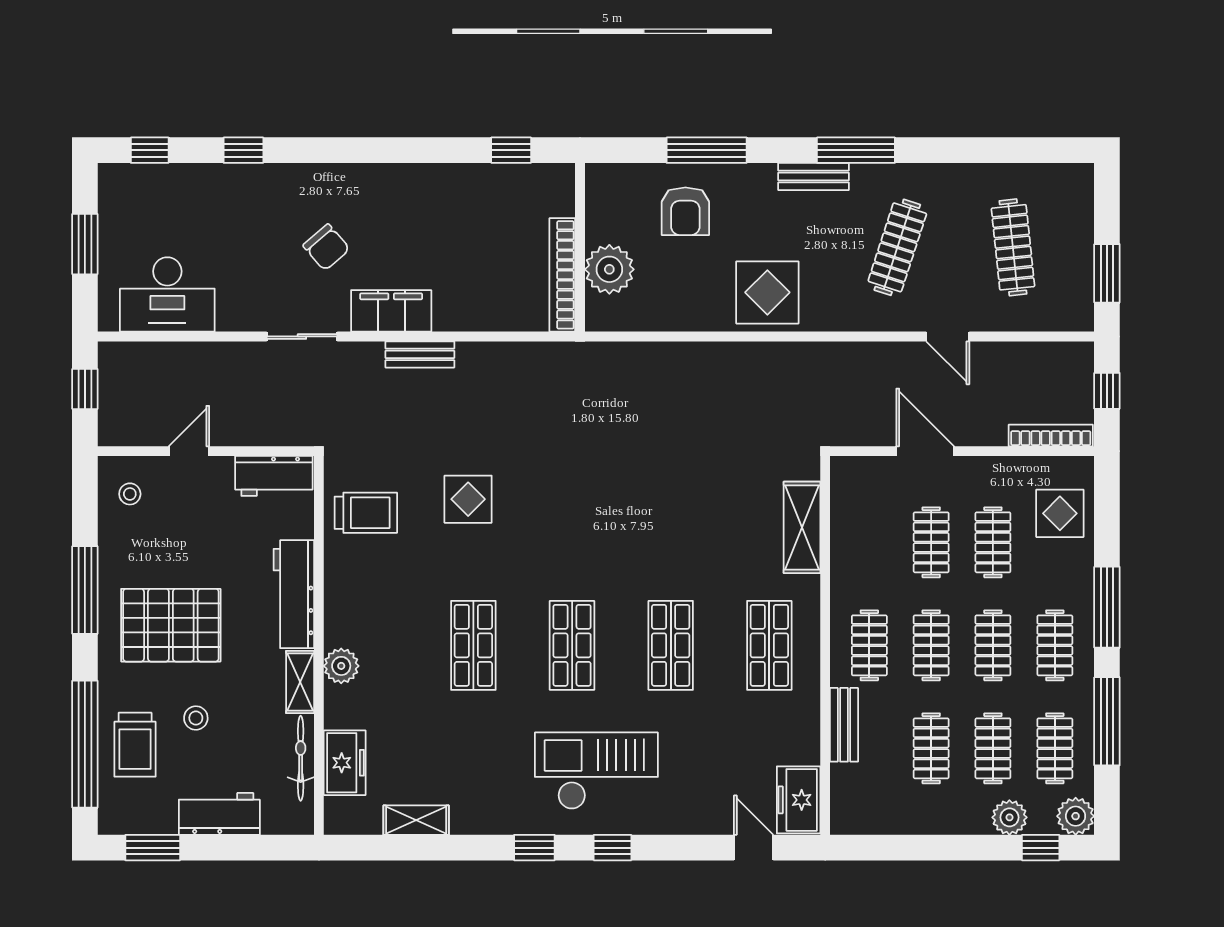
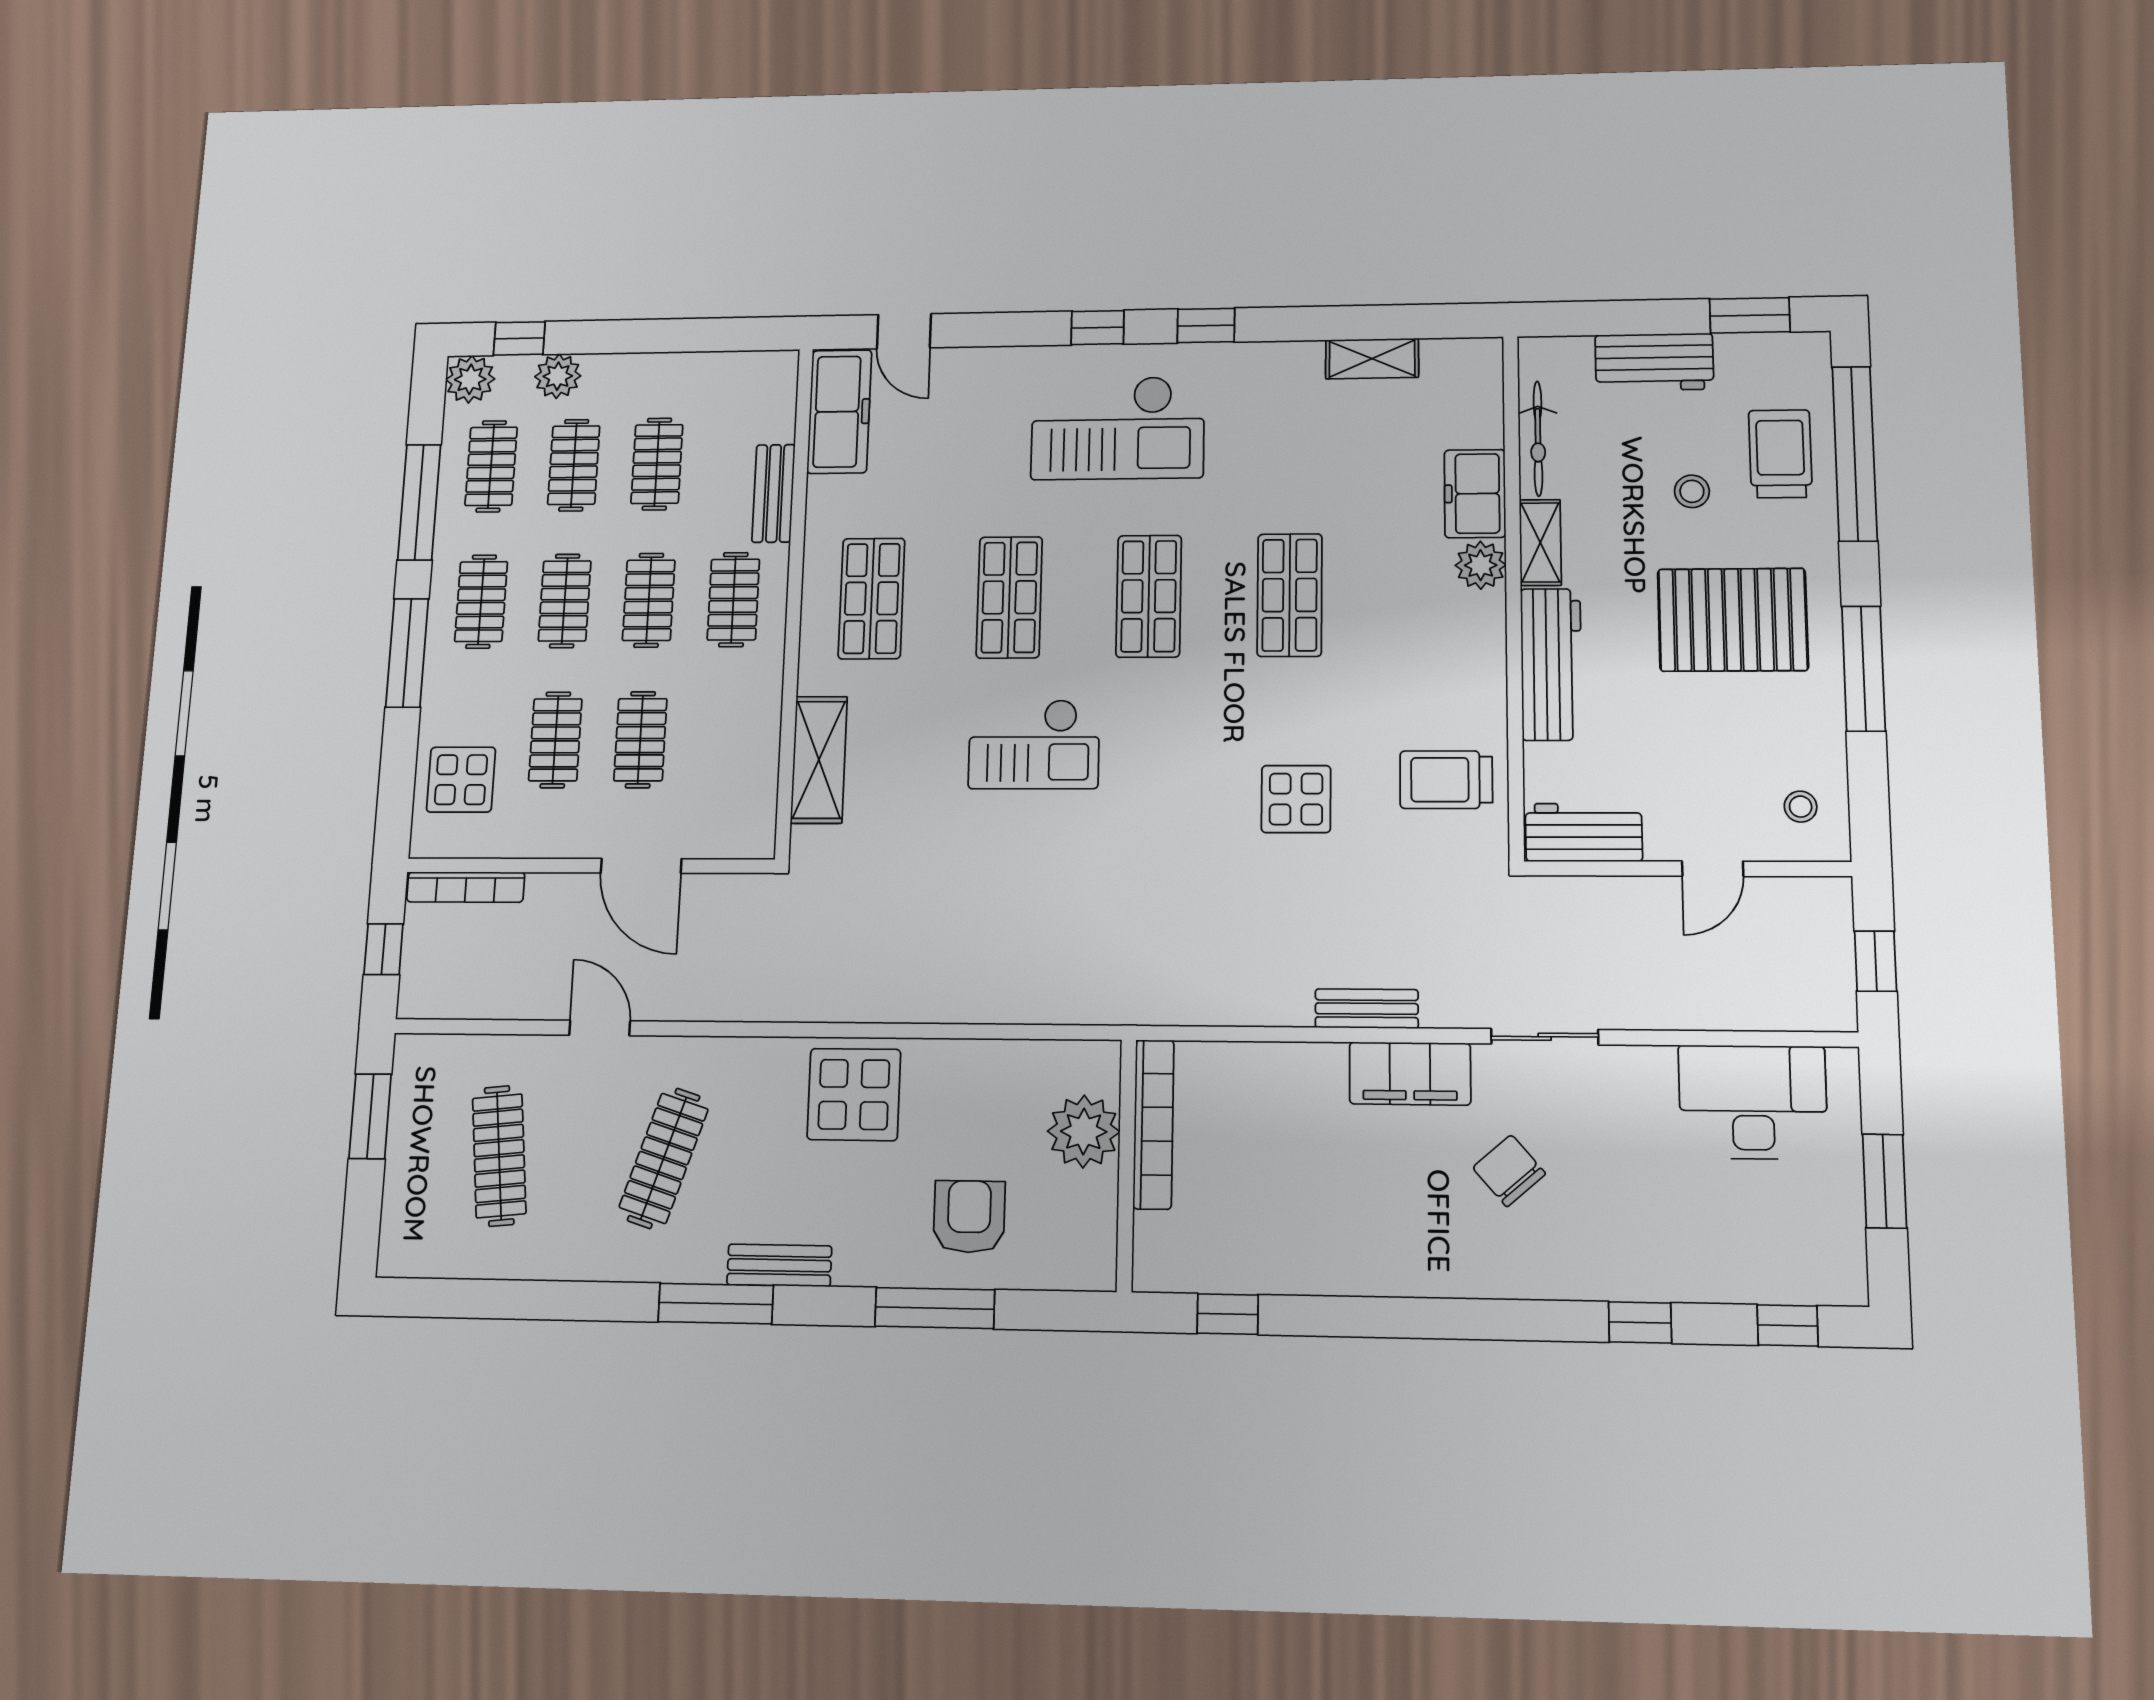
checkout: (650, 538) -> (1034, 744), added
freezer: (345, 763) -> (1475, 494), moved
freezer: (799, 800) -> (839, 412), width x1.40

